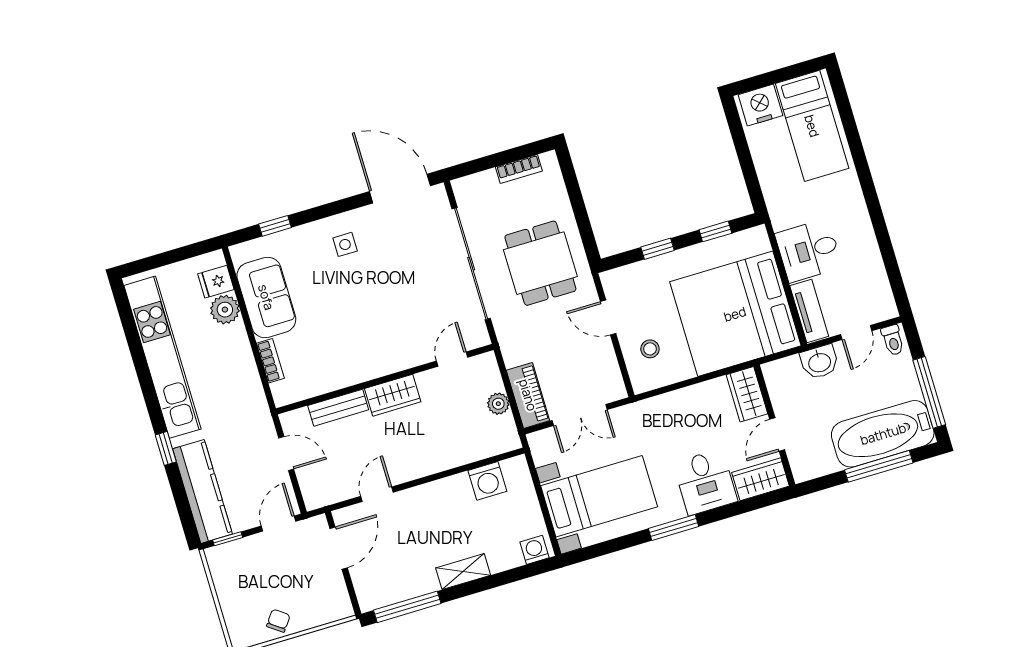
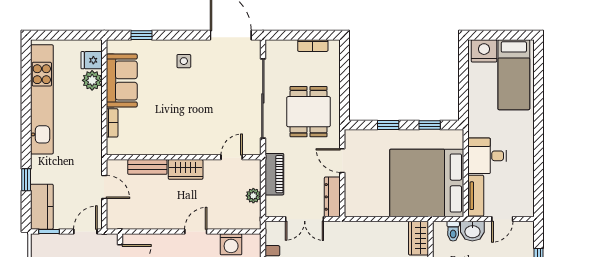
toilet: (893, 340) -> (453, 231), moved
stool: (650, 349) -> (364, 189), removed
dresser: (609, 372) -> (332, 197), added
piano: (528, 395) -> (274, 174), moved
window: (166, 448) -> (26, 180), moved
kitchen counter: (202, 491) -> (42, 207), width x0.67
door: (377, 494) -> (196, 231), moved

